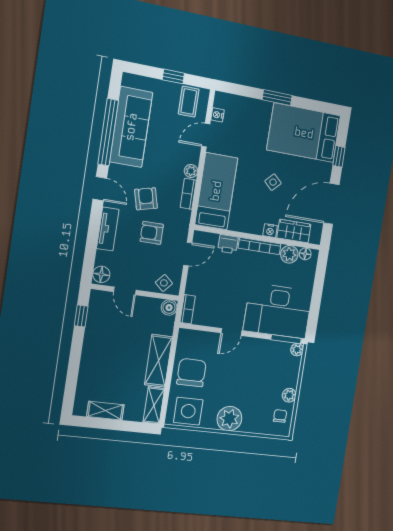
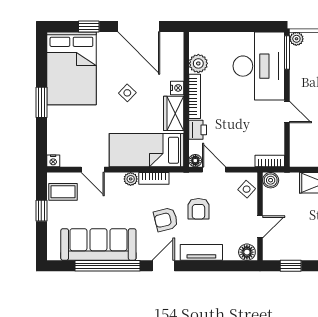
nightstand: (217, 115) -> (53, 161), moved
wardrobe: (294, 231) -> (174, 113), moved
floor lamp: (305, 254) -> (195, 161), moved

